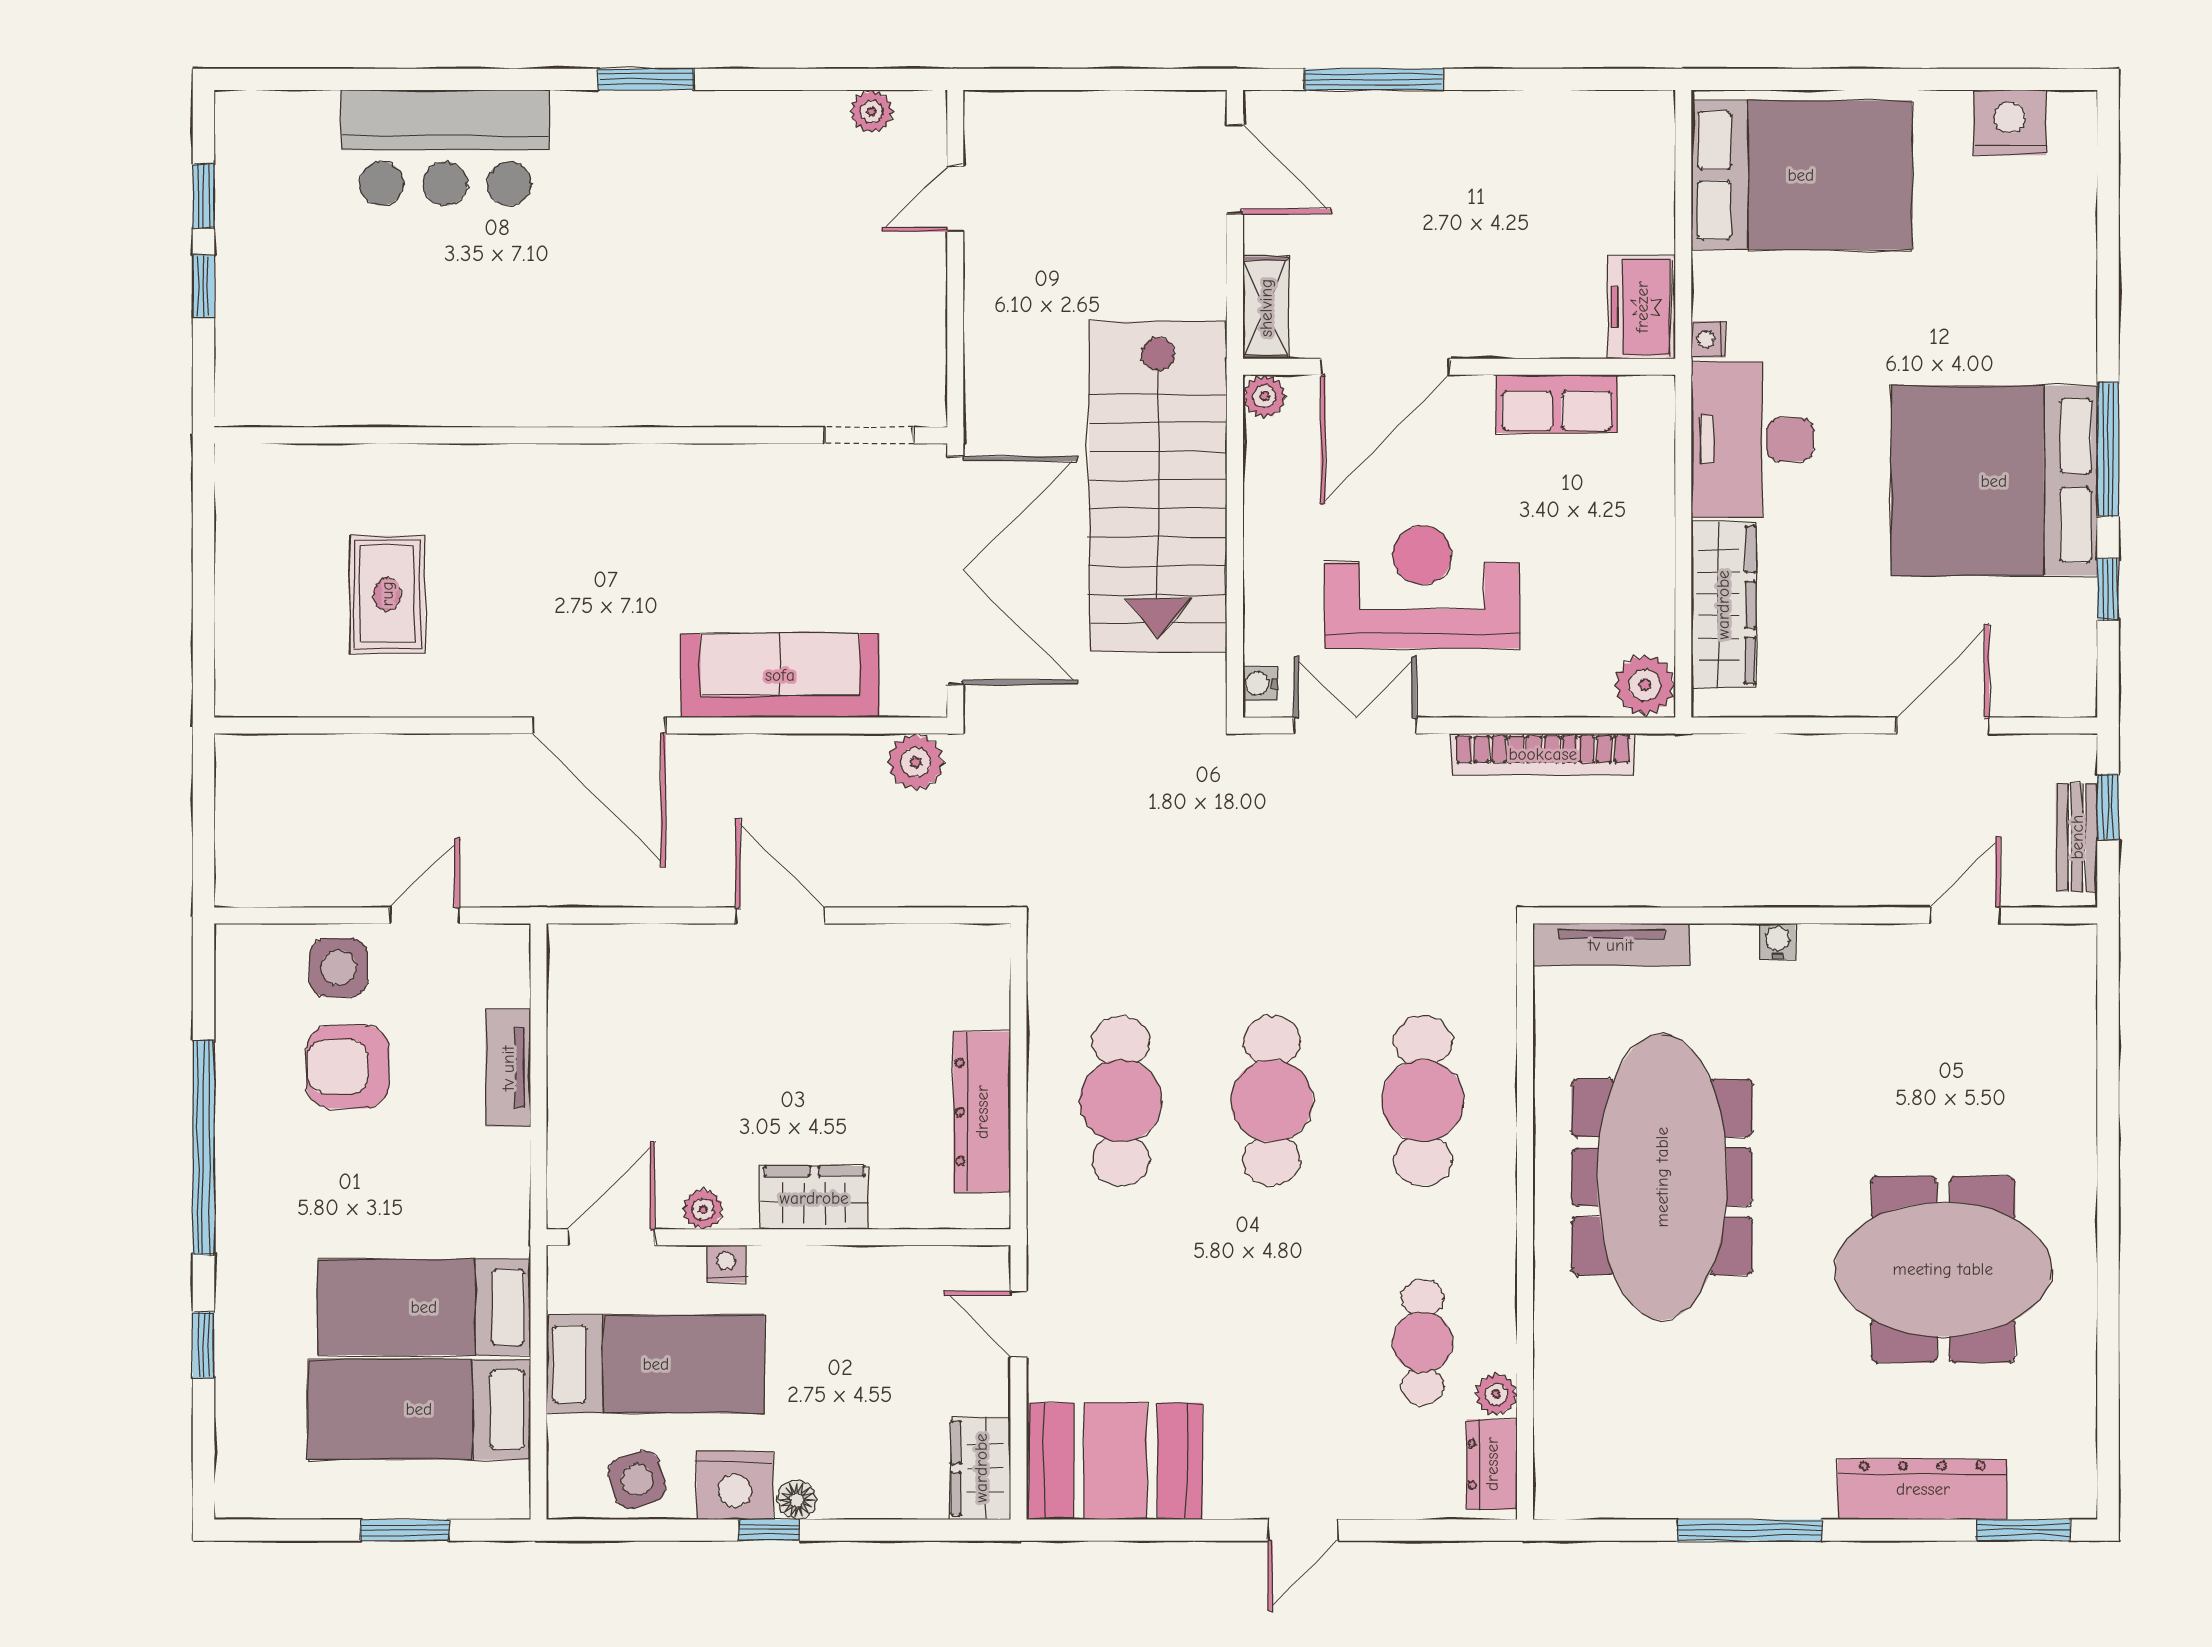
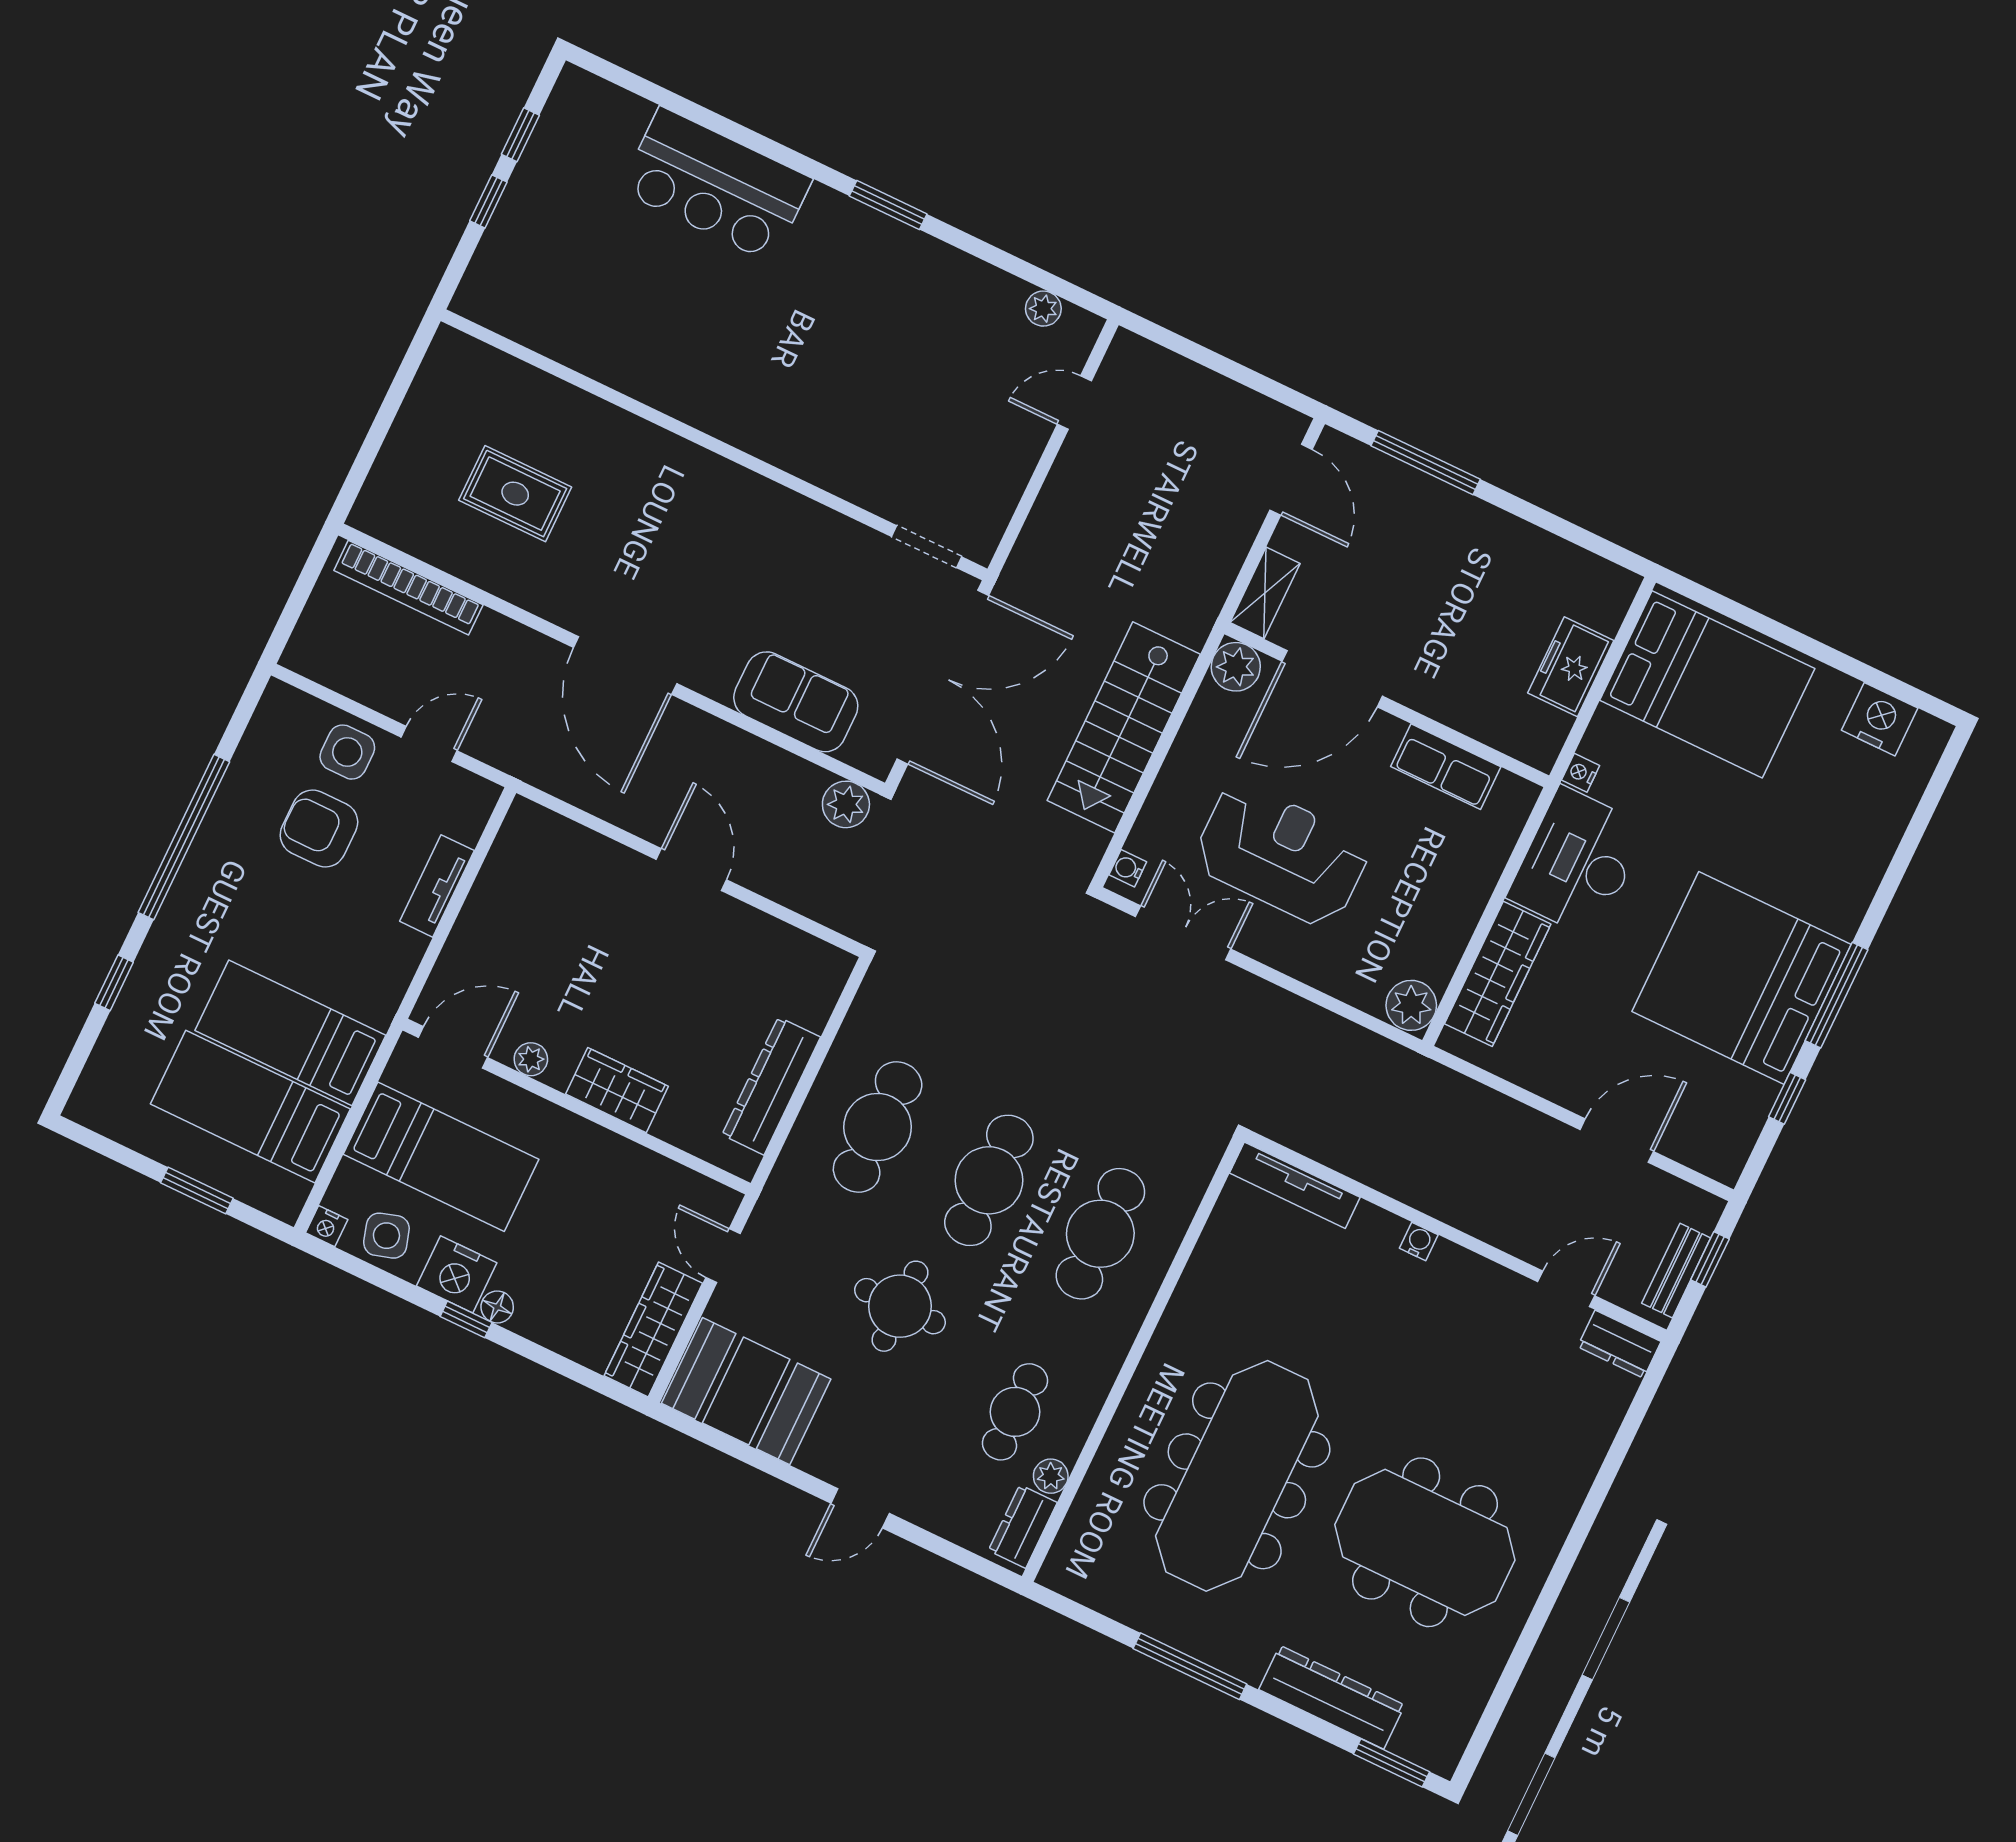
freezer: (1642, 307) -> (1571, 667), moved
plant: (1264, 396) -> (1236, 667), width x1.38, depth x1.38
stairs: (1158, 486) -> (1124, 727), width x0.73, depth x0.66
rug: (387, 594) -> (515, 494), turned 90
sofa: (780, 675) -> (796, 702), width x0.73
bookcase: (1543, 754) -> (408, 588), moved
dresser: (2053, 948) -> (1619, 1344), added
meeting table: (1662, 1177) -> (1237, 1476), moved
nightstand: (726, 1264) -> (327, 1226), moved, turned 180
round table: (1240, 1286) -> (900, 1306), added
wardrobe: (981, 1468) -> (653, 1330), width x1.50

